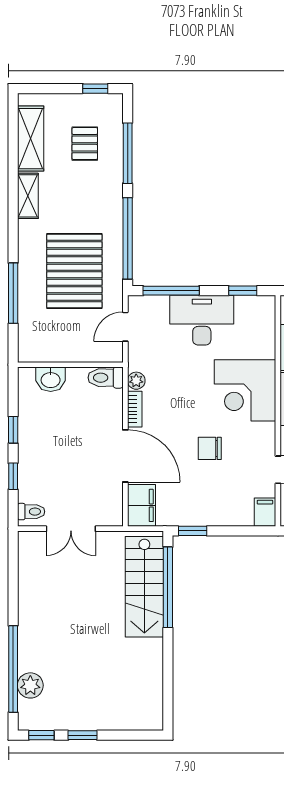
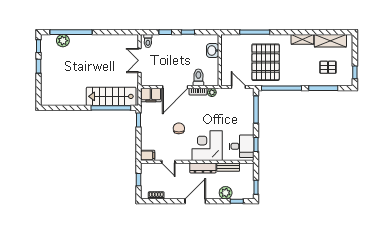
pallet: (74, 271) -> (266, 62), turned 90
desk: (202, 320) -> (242, 146), moved, width x0.73
toilet: (106, 378) -> (198, 77), moved

